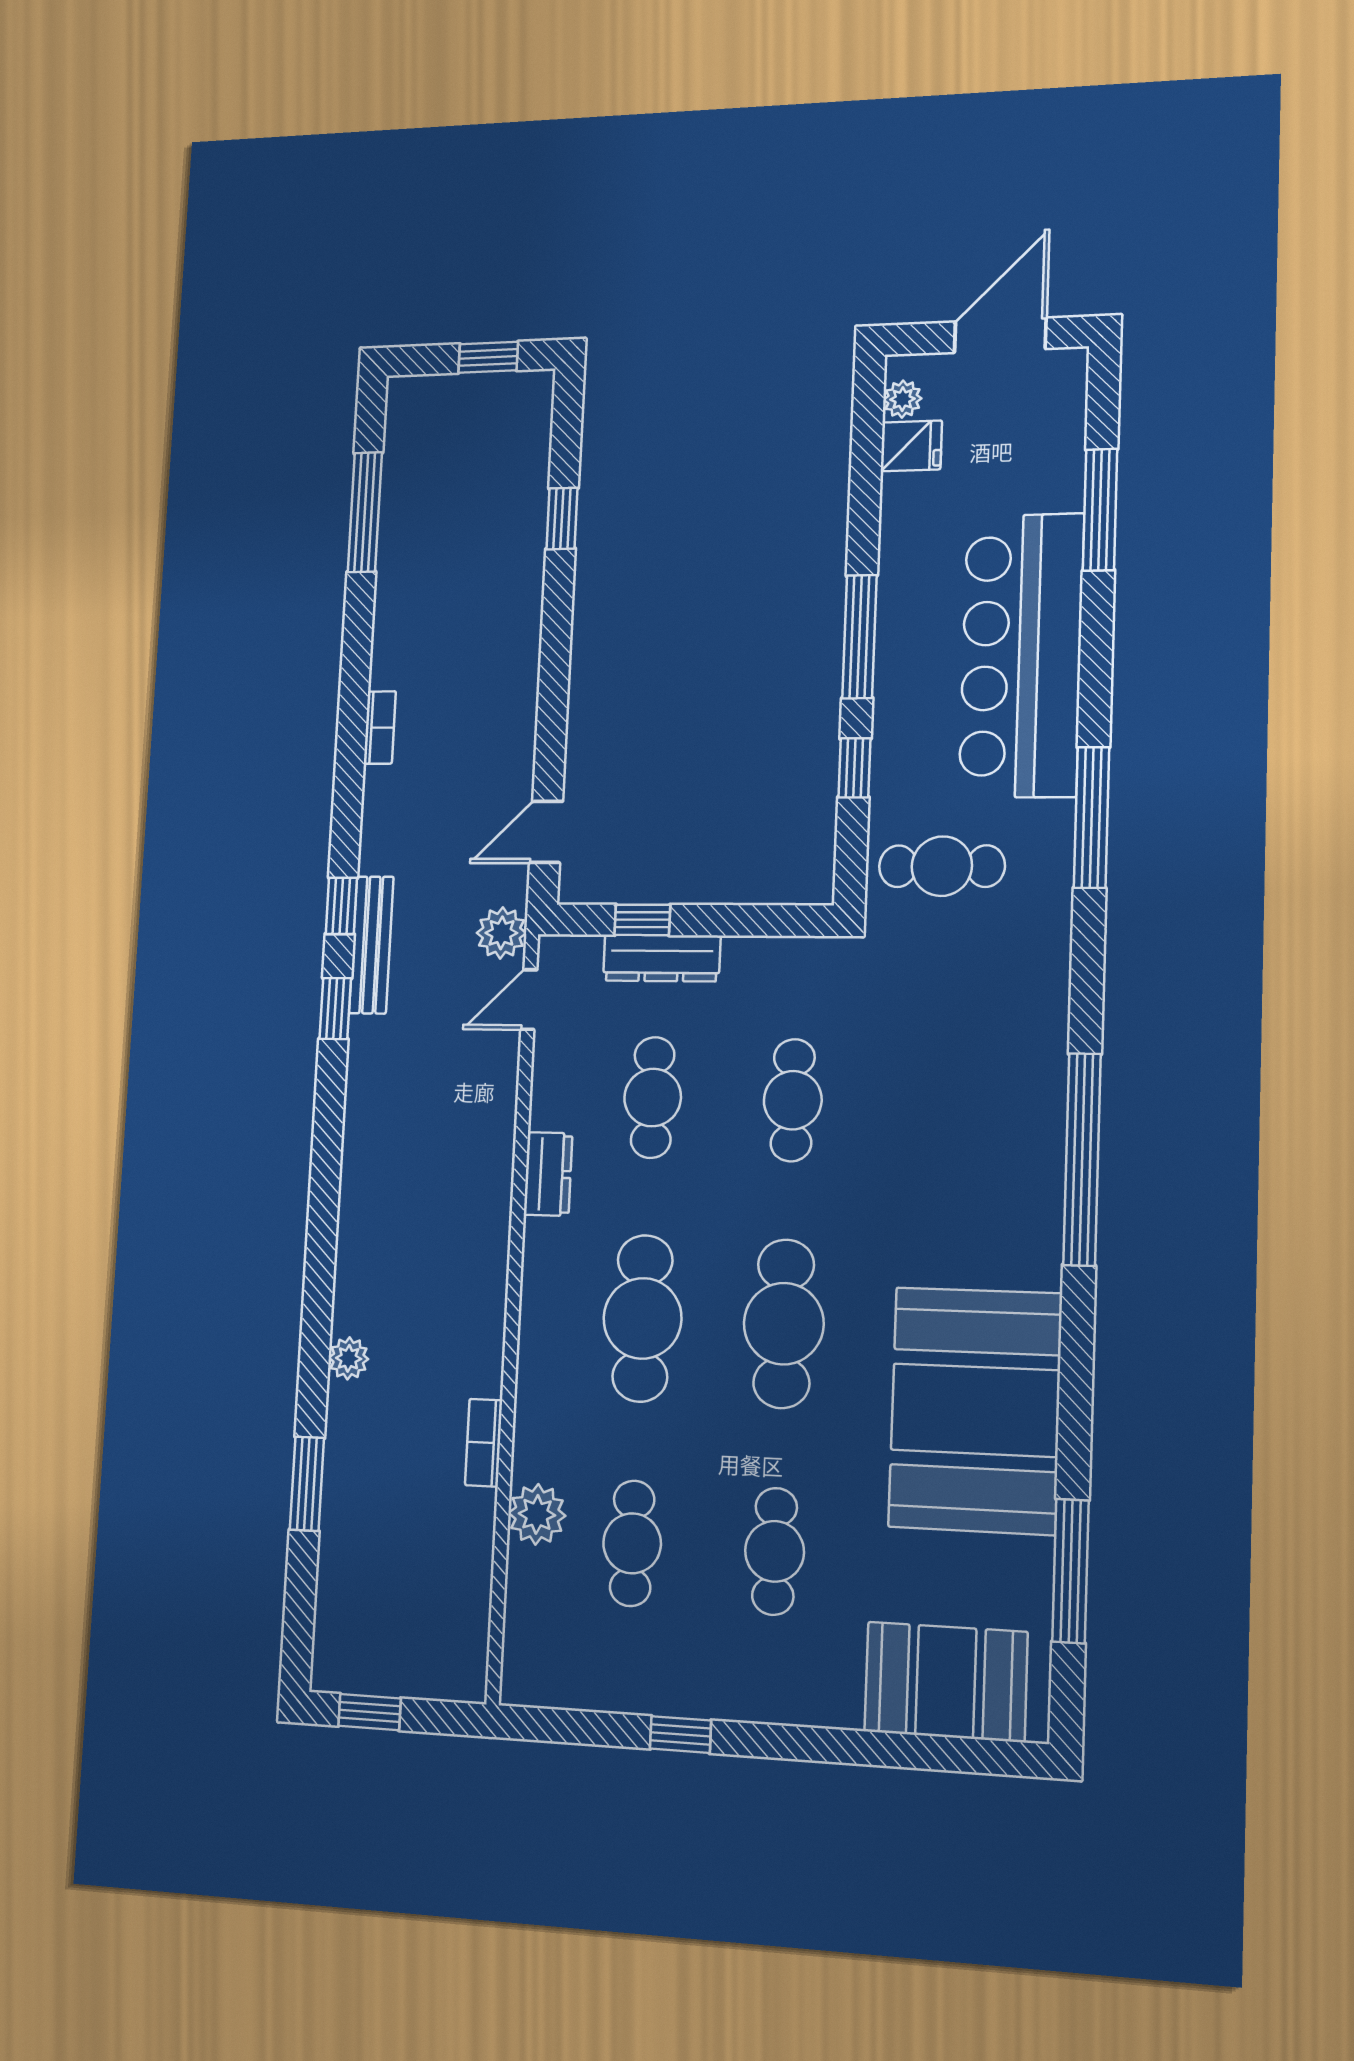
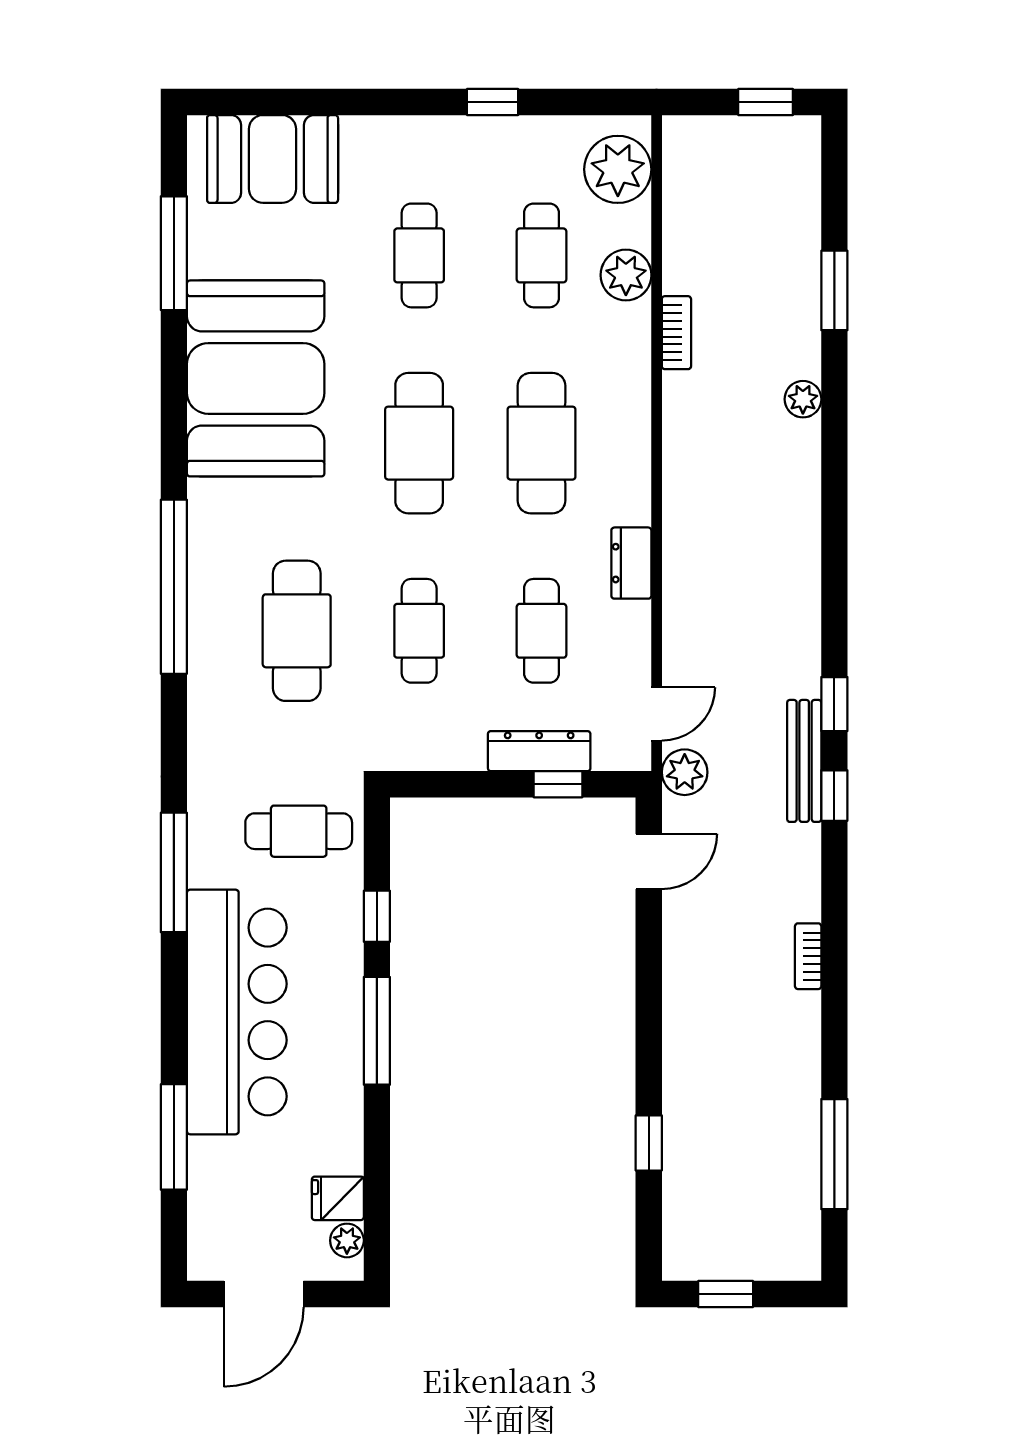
cafe table: (936, 1103) -> (297, 631), added
plant: (540, 1642) -> (618, 169), added

